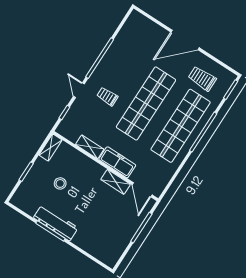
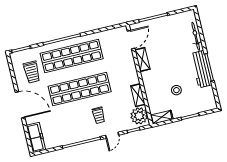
plant: (71, 130) -> (139, 116), added
freezer: (117, 162) -> (36, 138), moved, turned 180
bicycle: (88, 247) -> (196, 36), added

